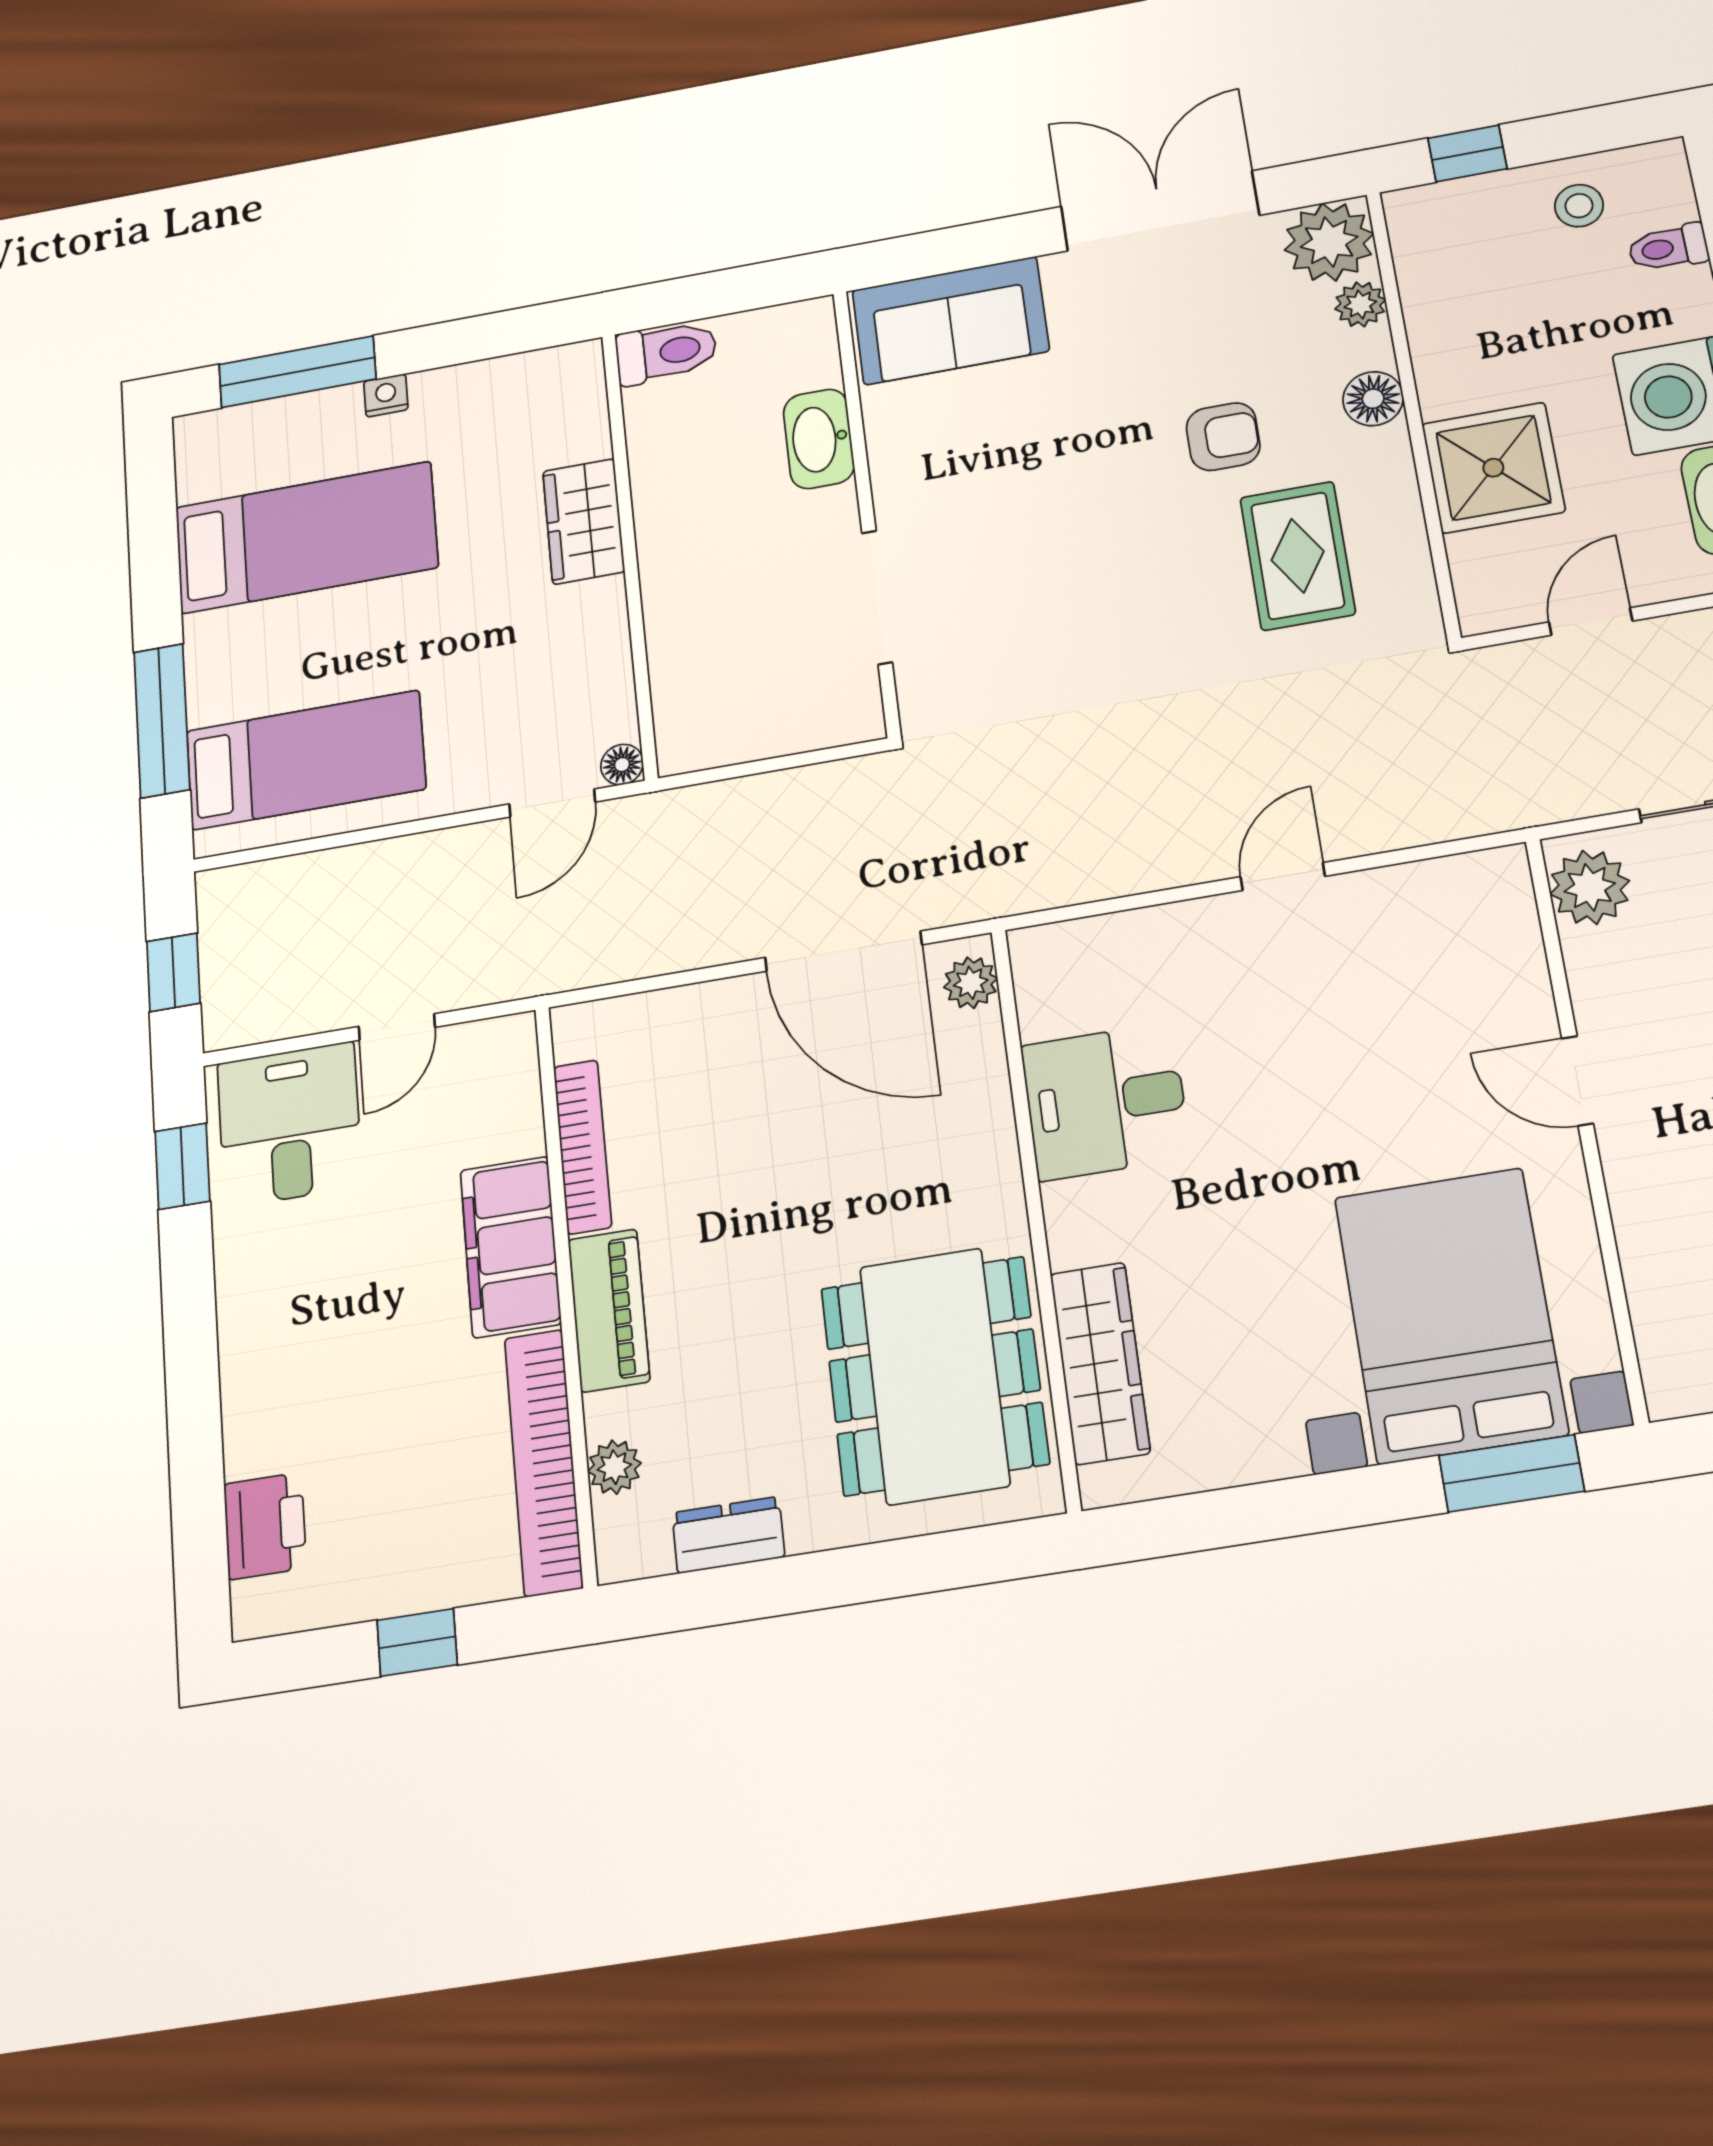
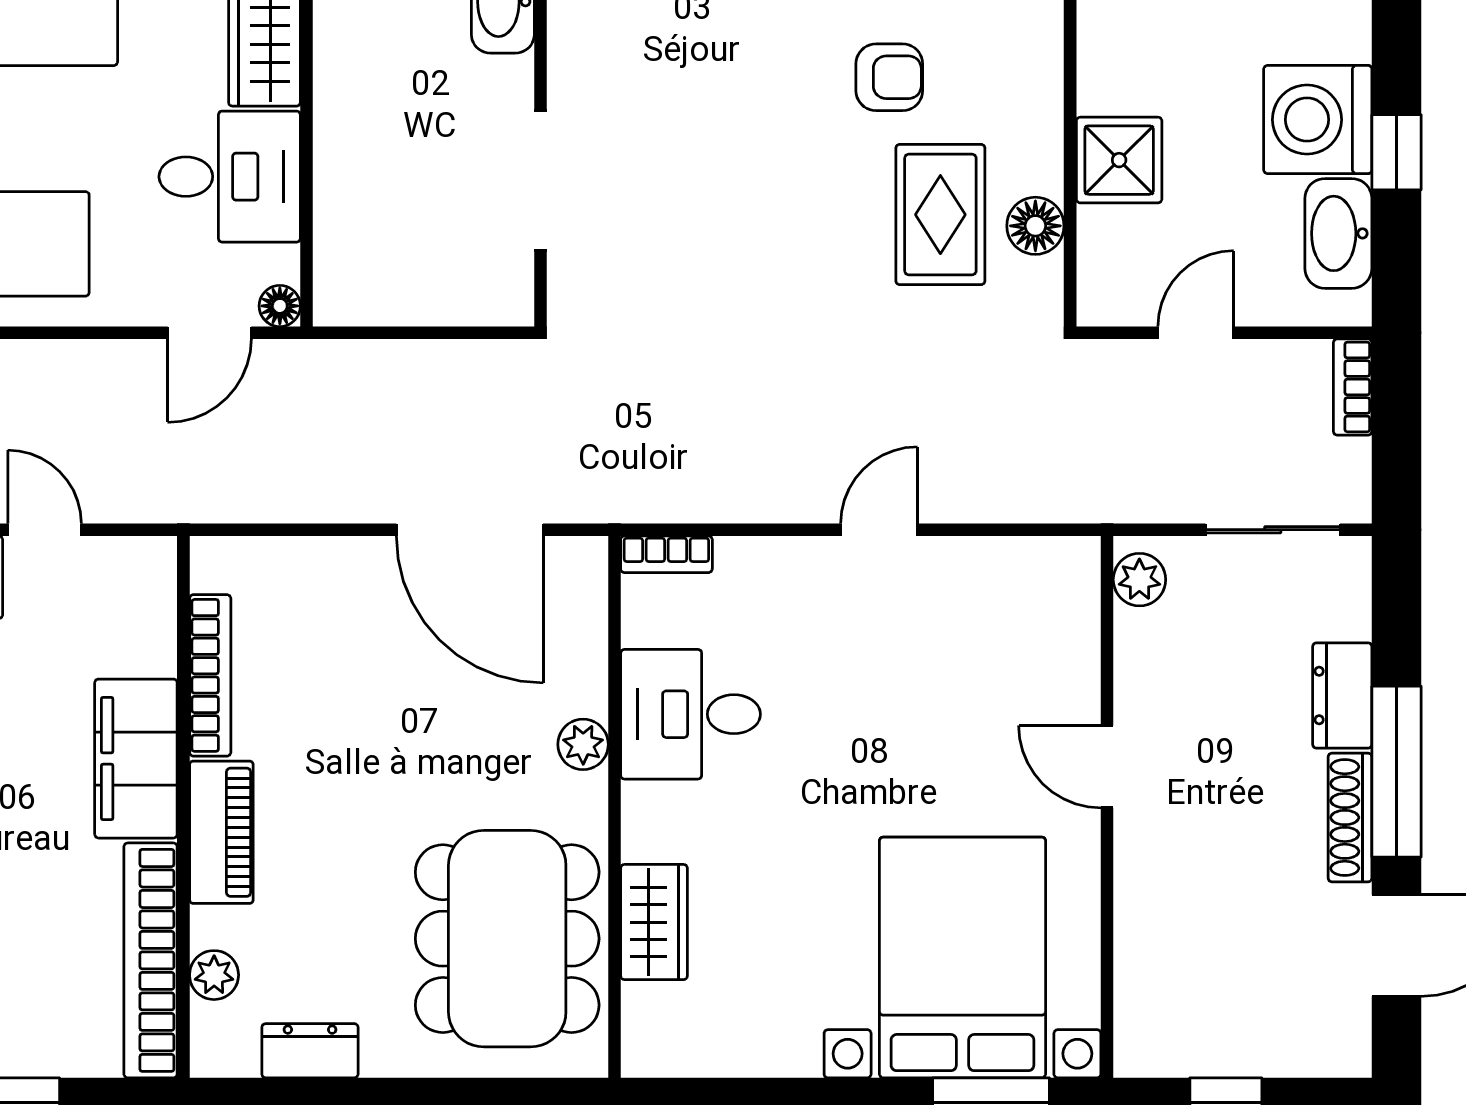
floor lamp: (1373, 399) -> (1035, 226), moved
shower: (1493, 468) -> (1119, 160), width x0.73, depth x0.73
desk: (560, 650) -> (230, 177), added
plant: (1590, 887) -> (1139, 580), width x0.73, depth x0.73
bookcase: (1057, 940) -> (666, 554), added
plant: (971, 983) -> (583, 744), moved
door: (397, 1027) -> (45, 530), swing flipped
wardrobe: (1100, 1363) -> (654, 922), width x0.67

